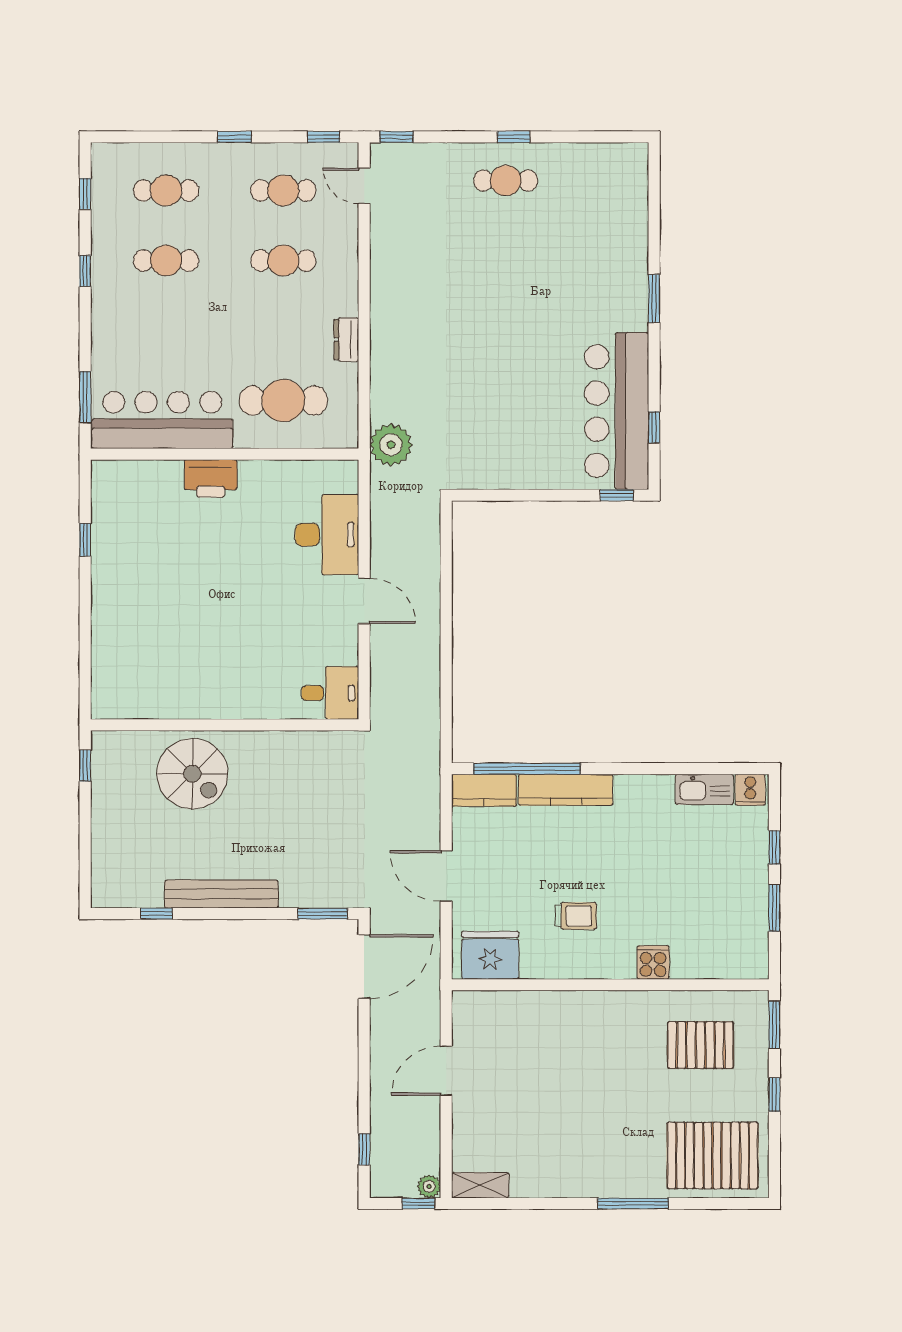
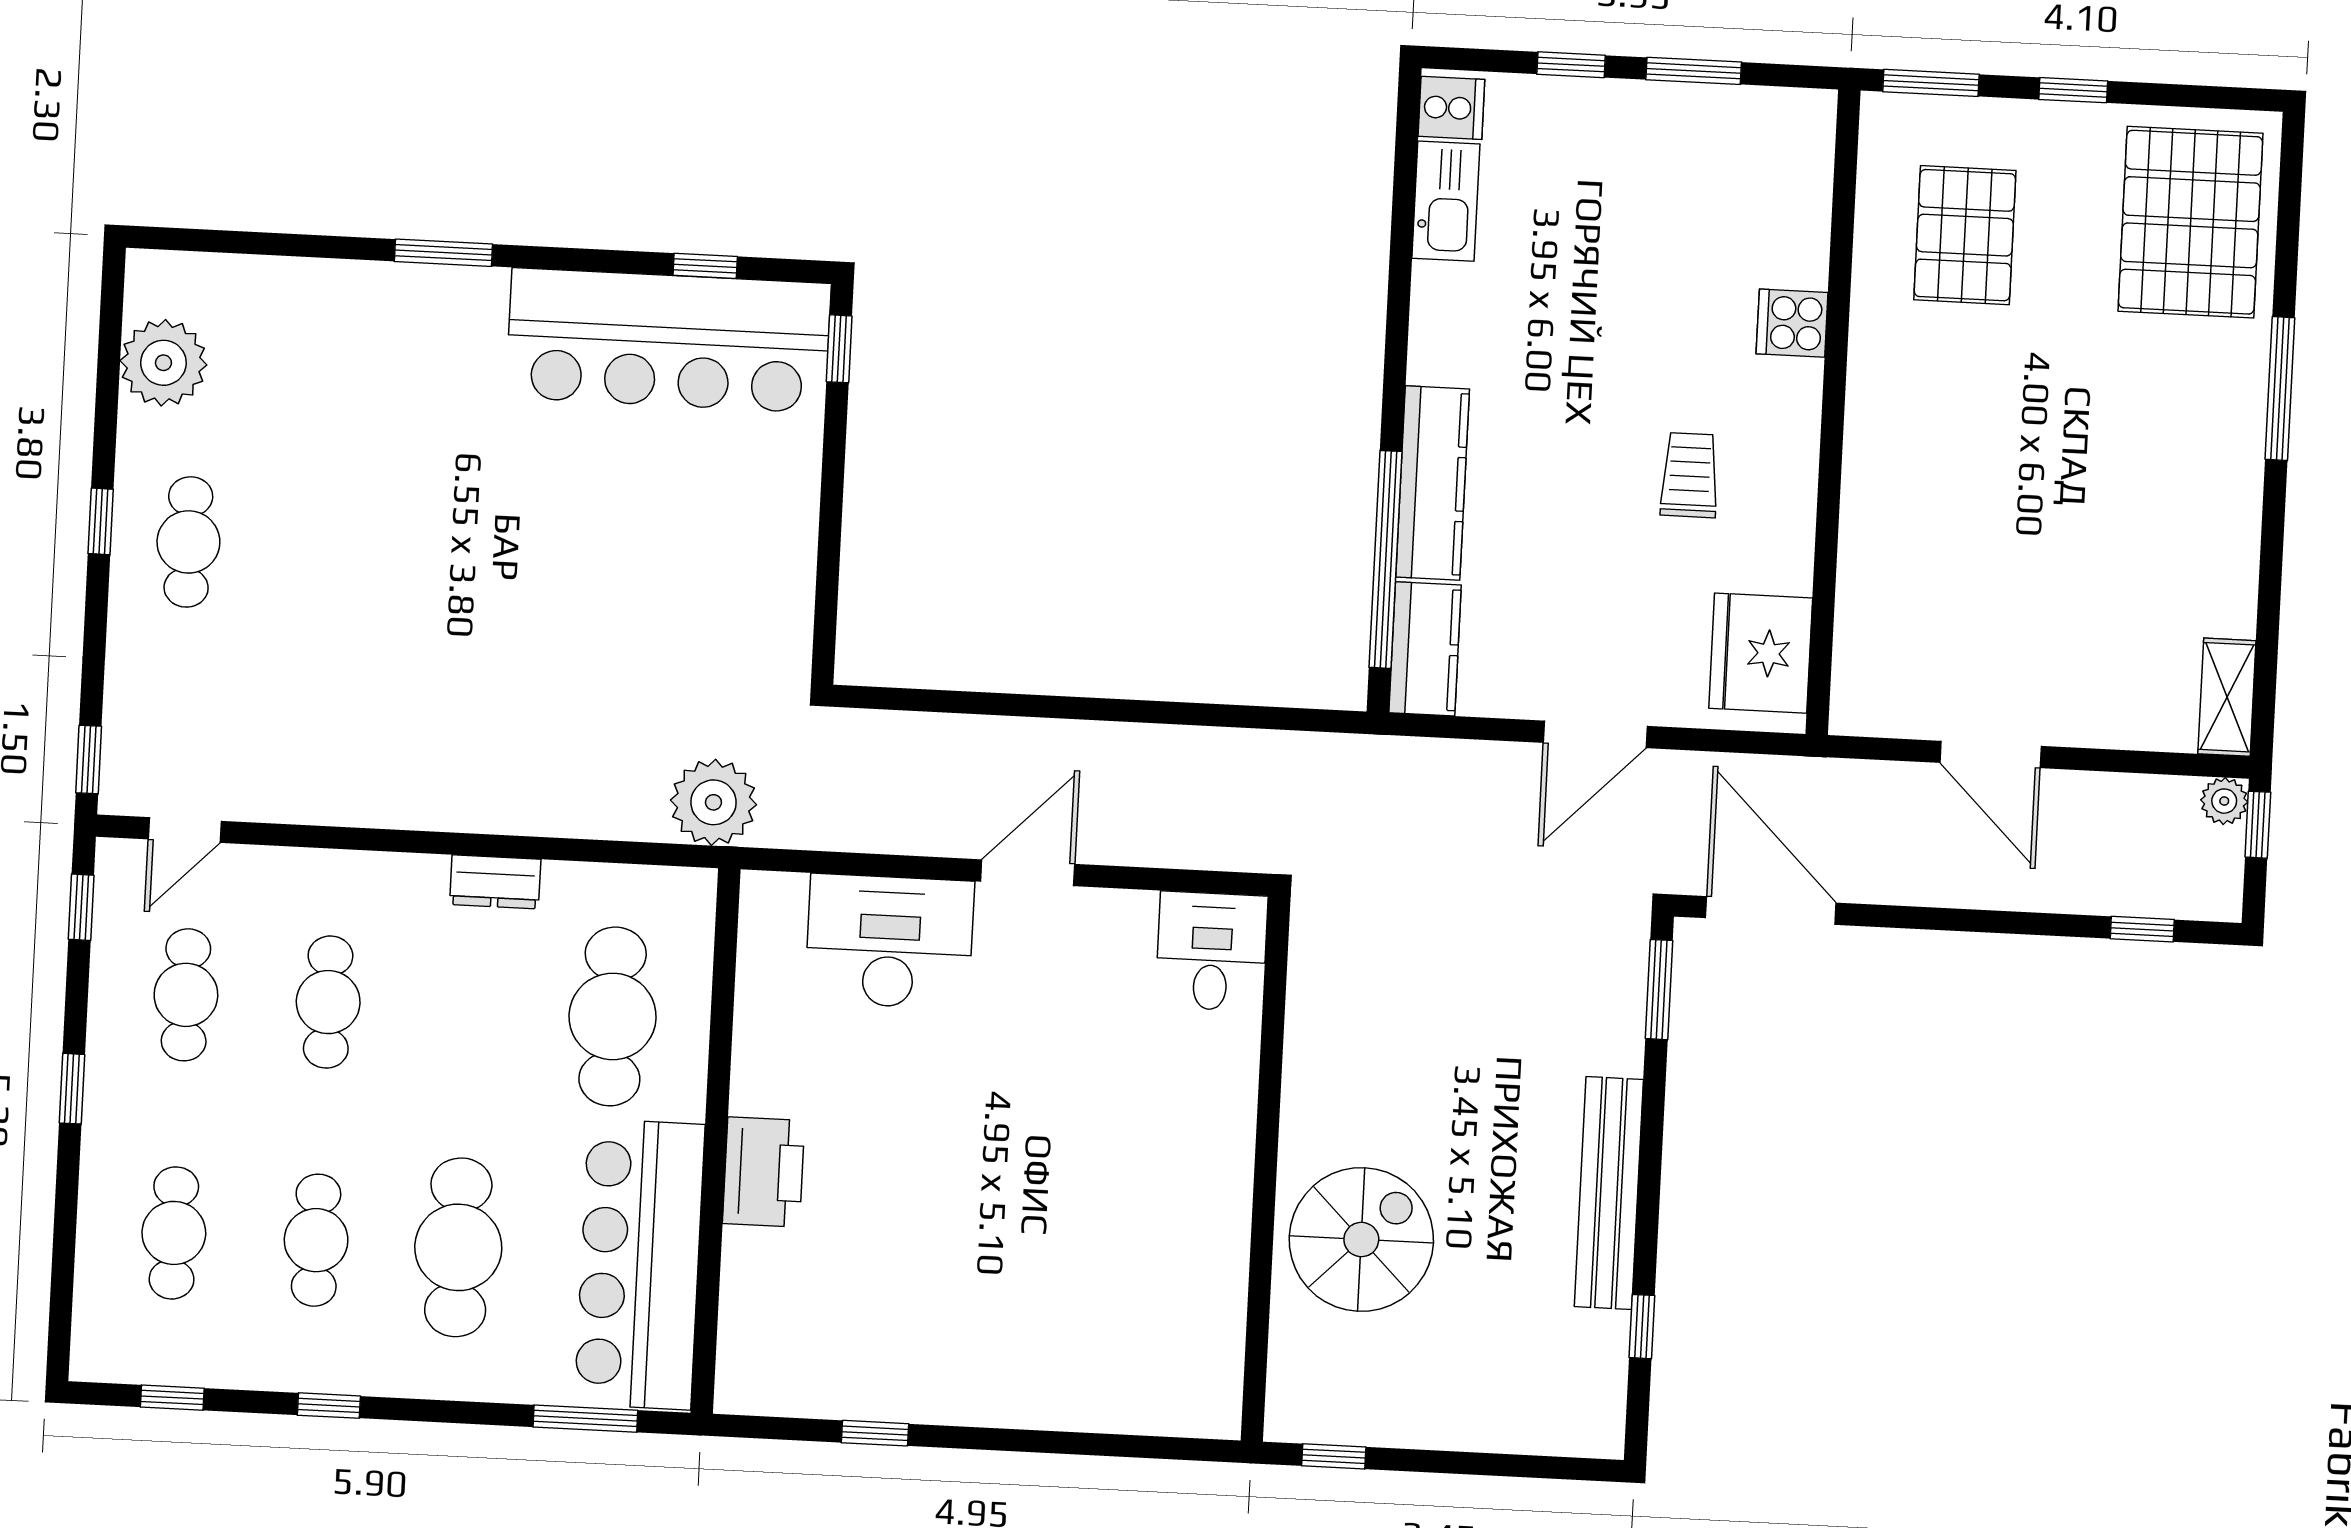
plant: (593, 164) -> (163, 363), added
cafe table: (166, 331) -> (458, 1247), added

